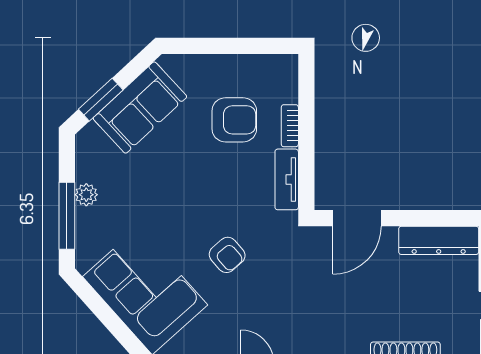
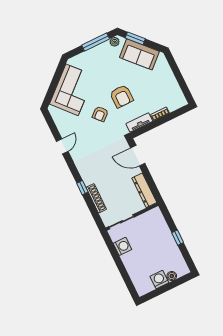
armchair: (234, 120) -> (122, 96), moved
plant: (86, 195) -> (115, 42), moved
window: (67, 216) -> (96, 42), moved

